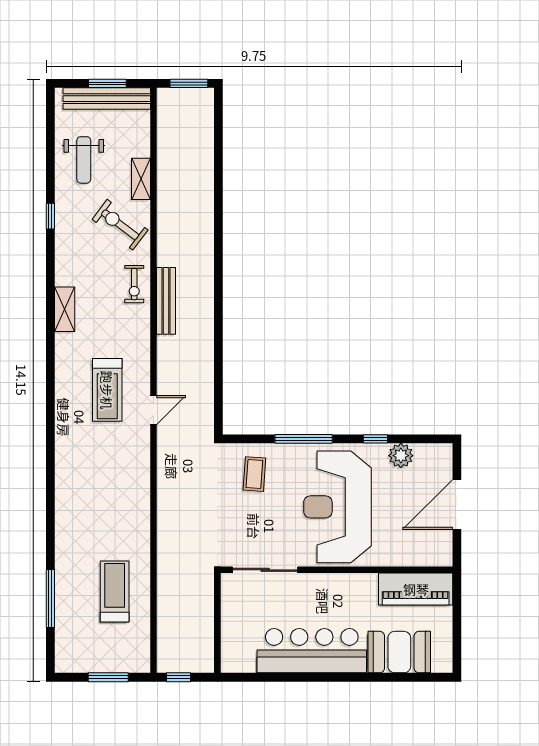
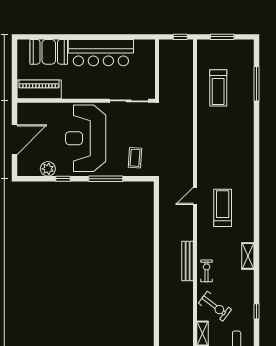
reception desk: (337, 507) -> (86, 138), turned 180

